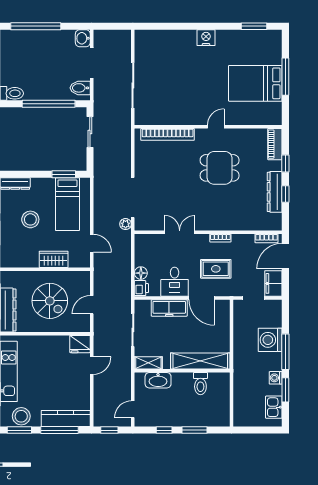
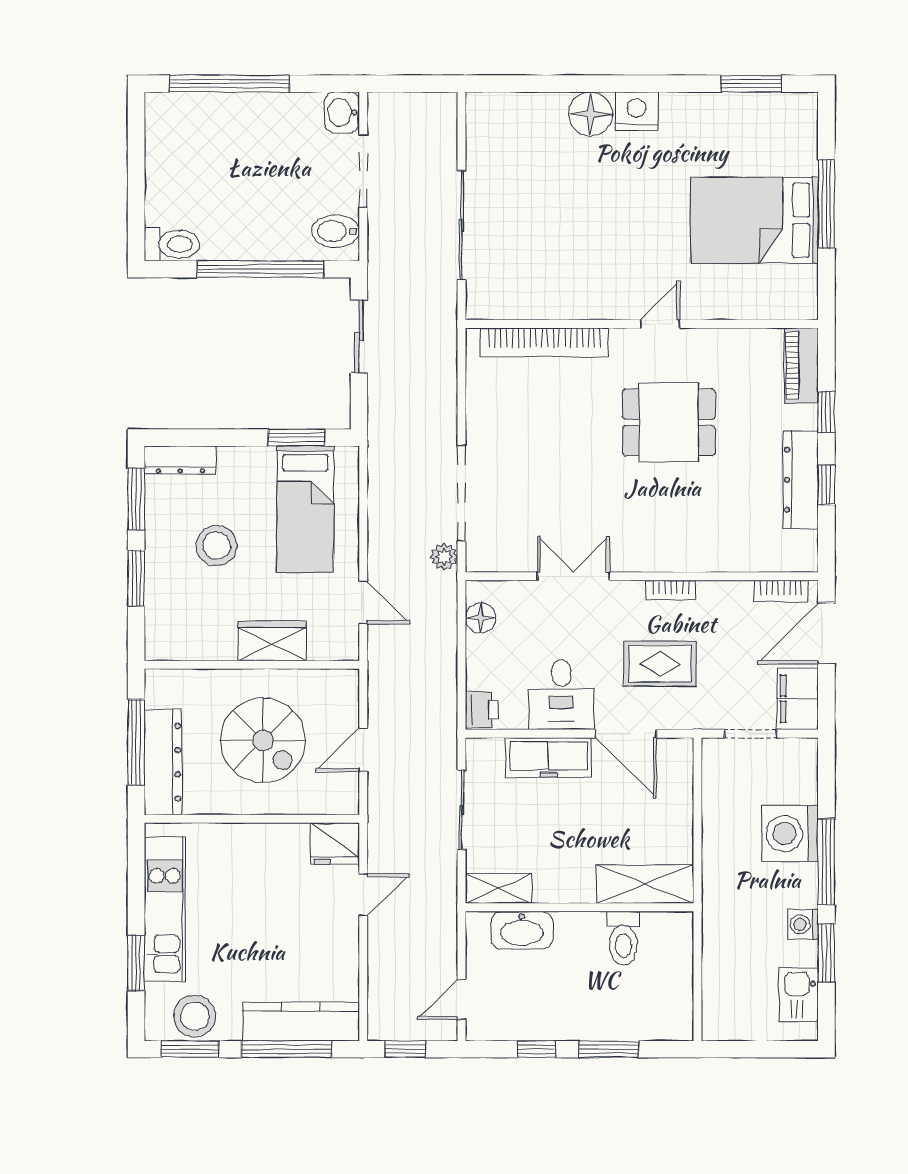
floor lamp: (187, 39) -> (590, 114), added
floor lamp: (141, 273) -> (481, 618), moved
shelving: (200, 361) -> (645, 884), width x0.68

